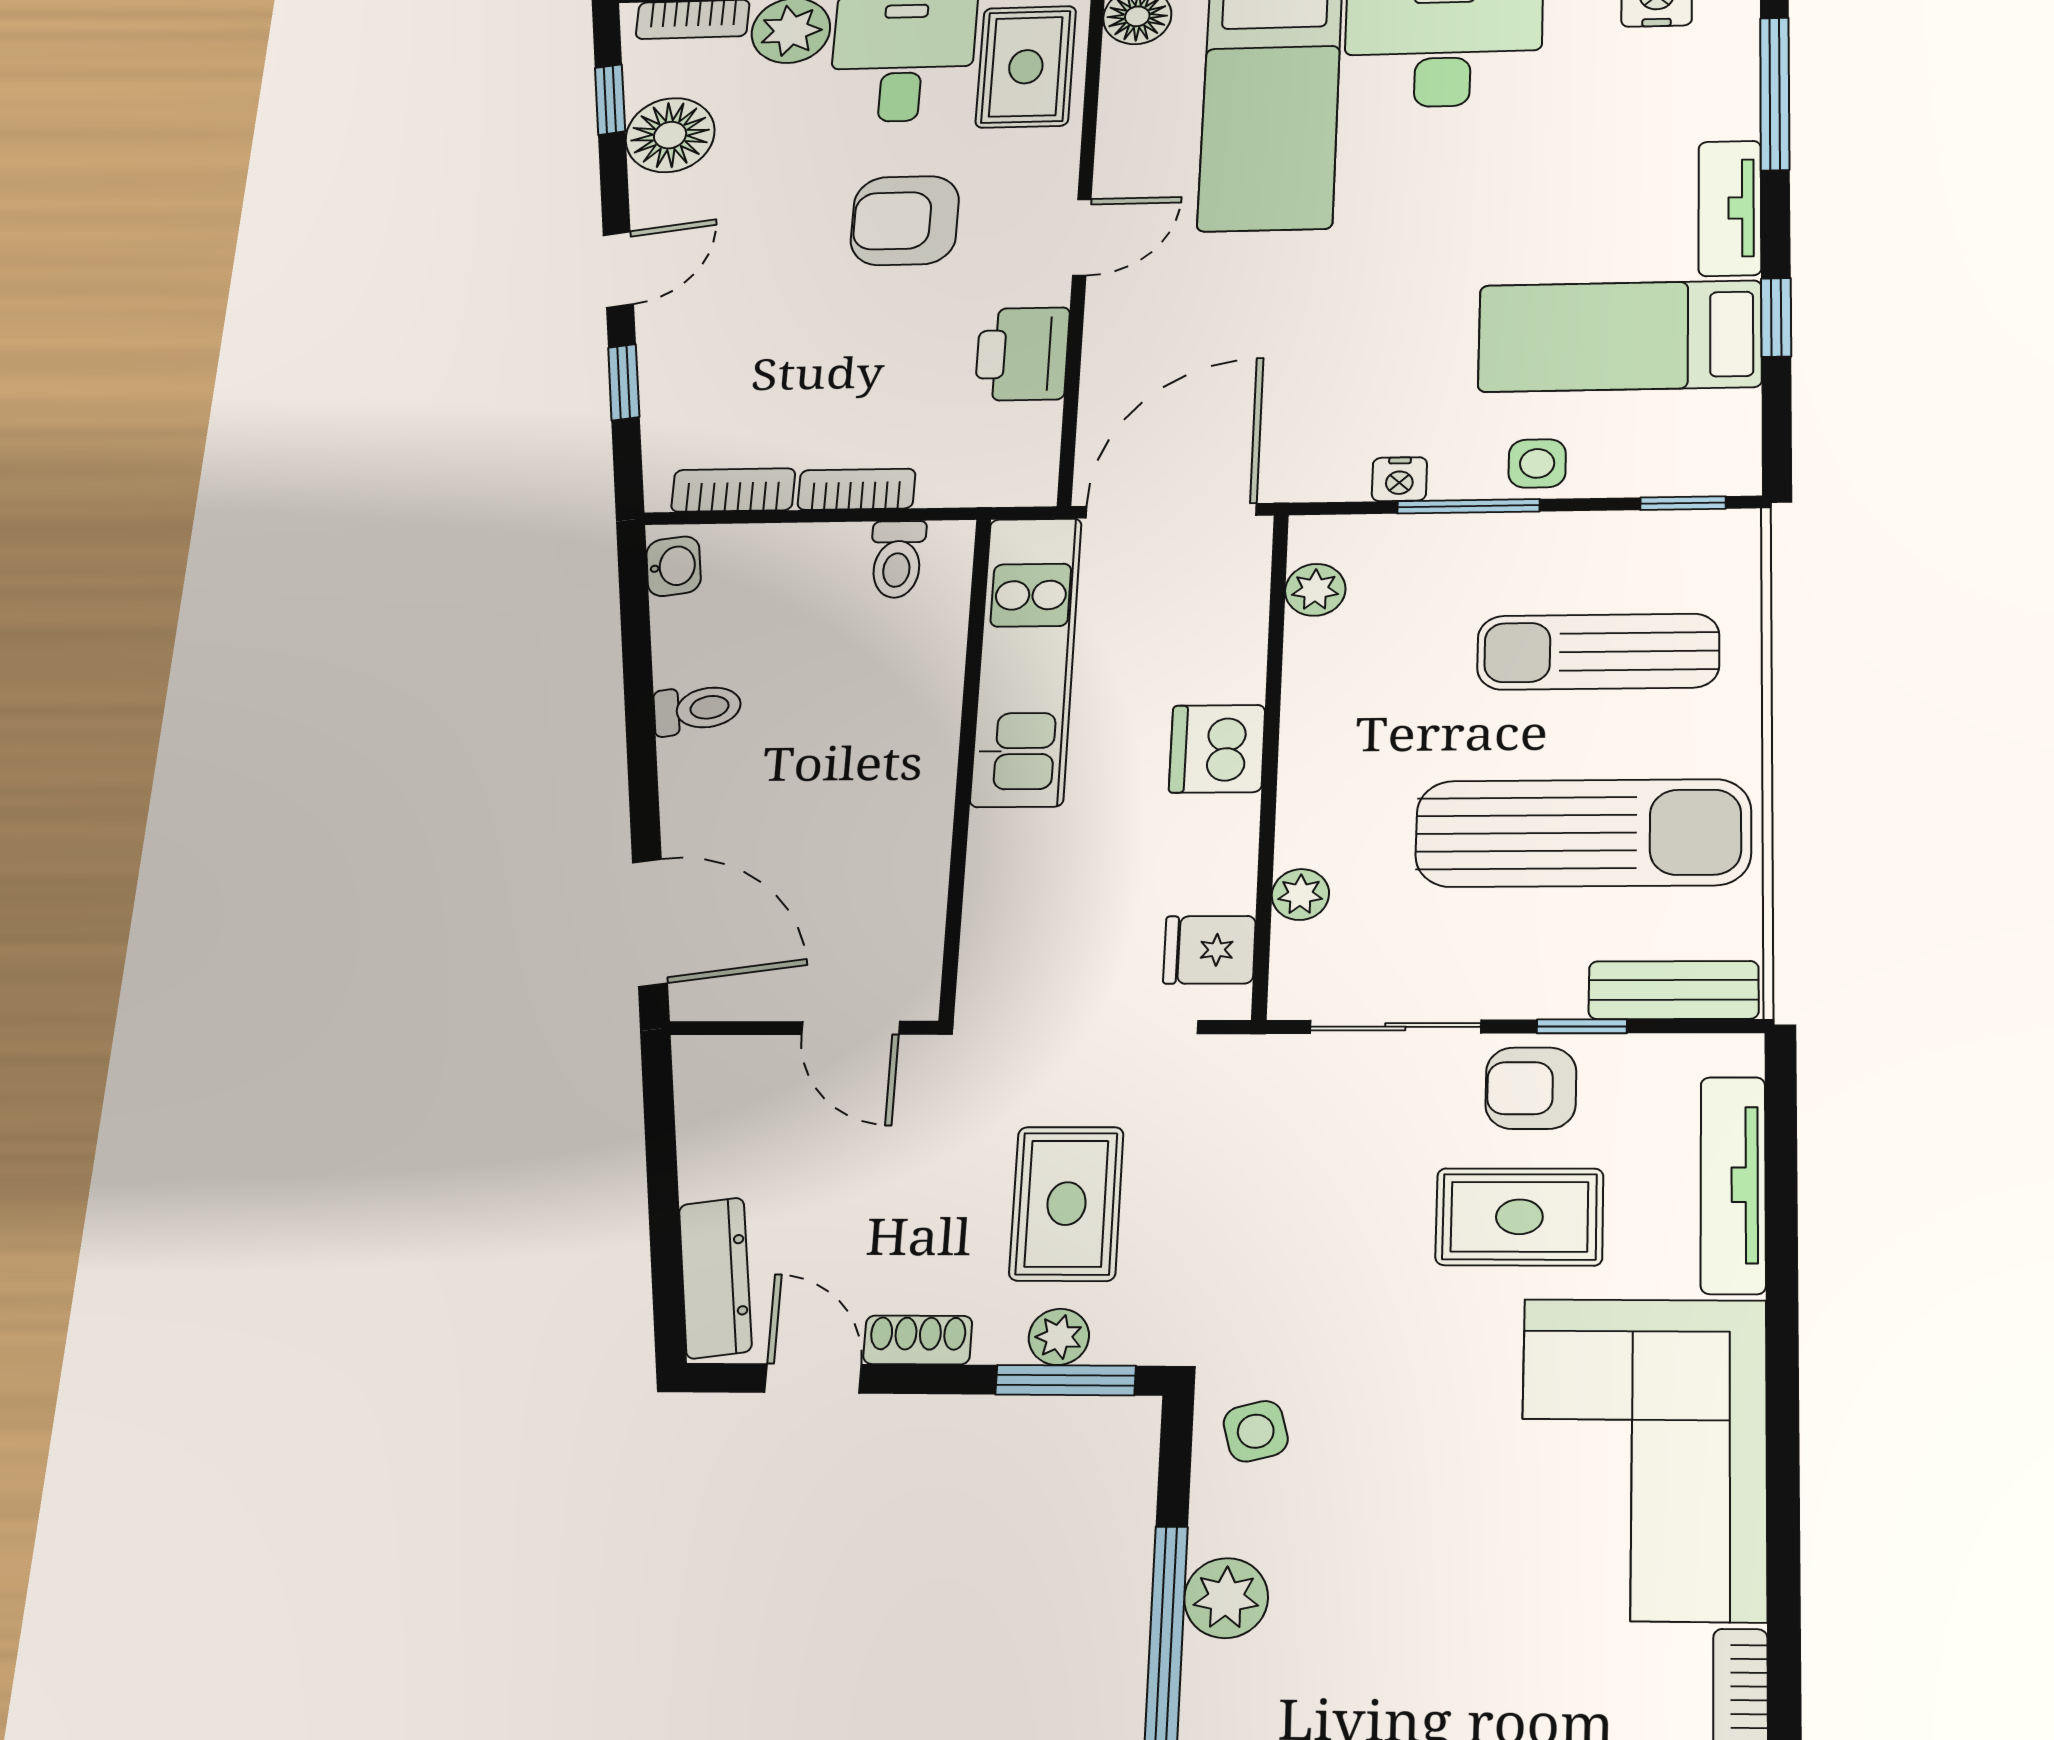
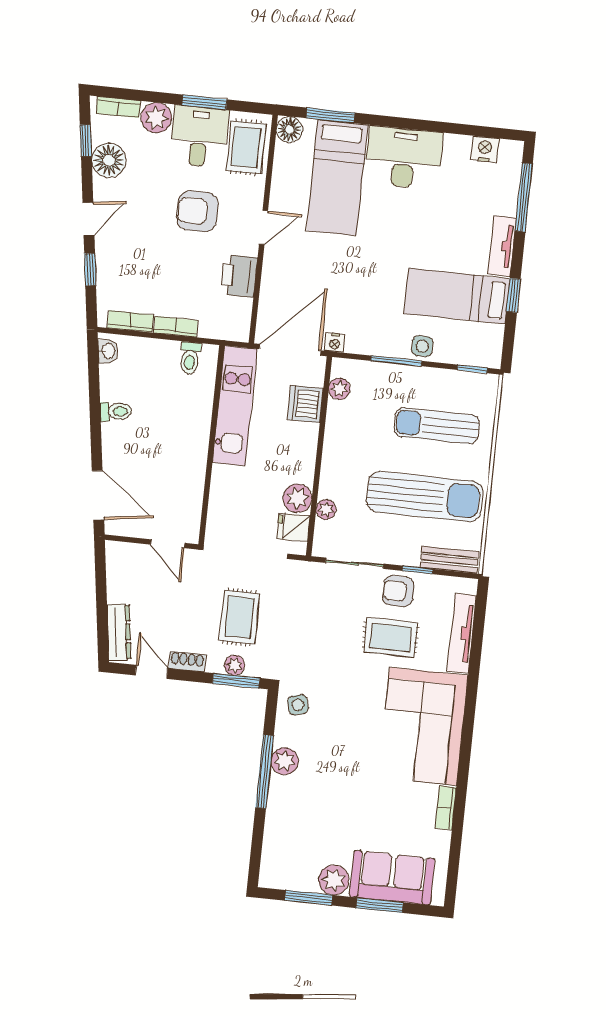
nightstand: (1399, 479) -> (335, 343), moved
dishwasher: (1217, 749) -> (305, 404), moved
plant: (1217, 874) -> (297, 498), added

